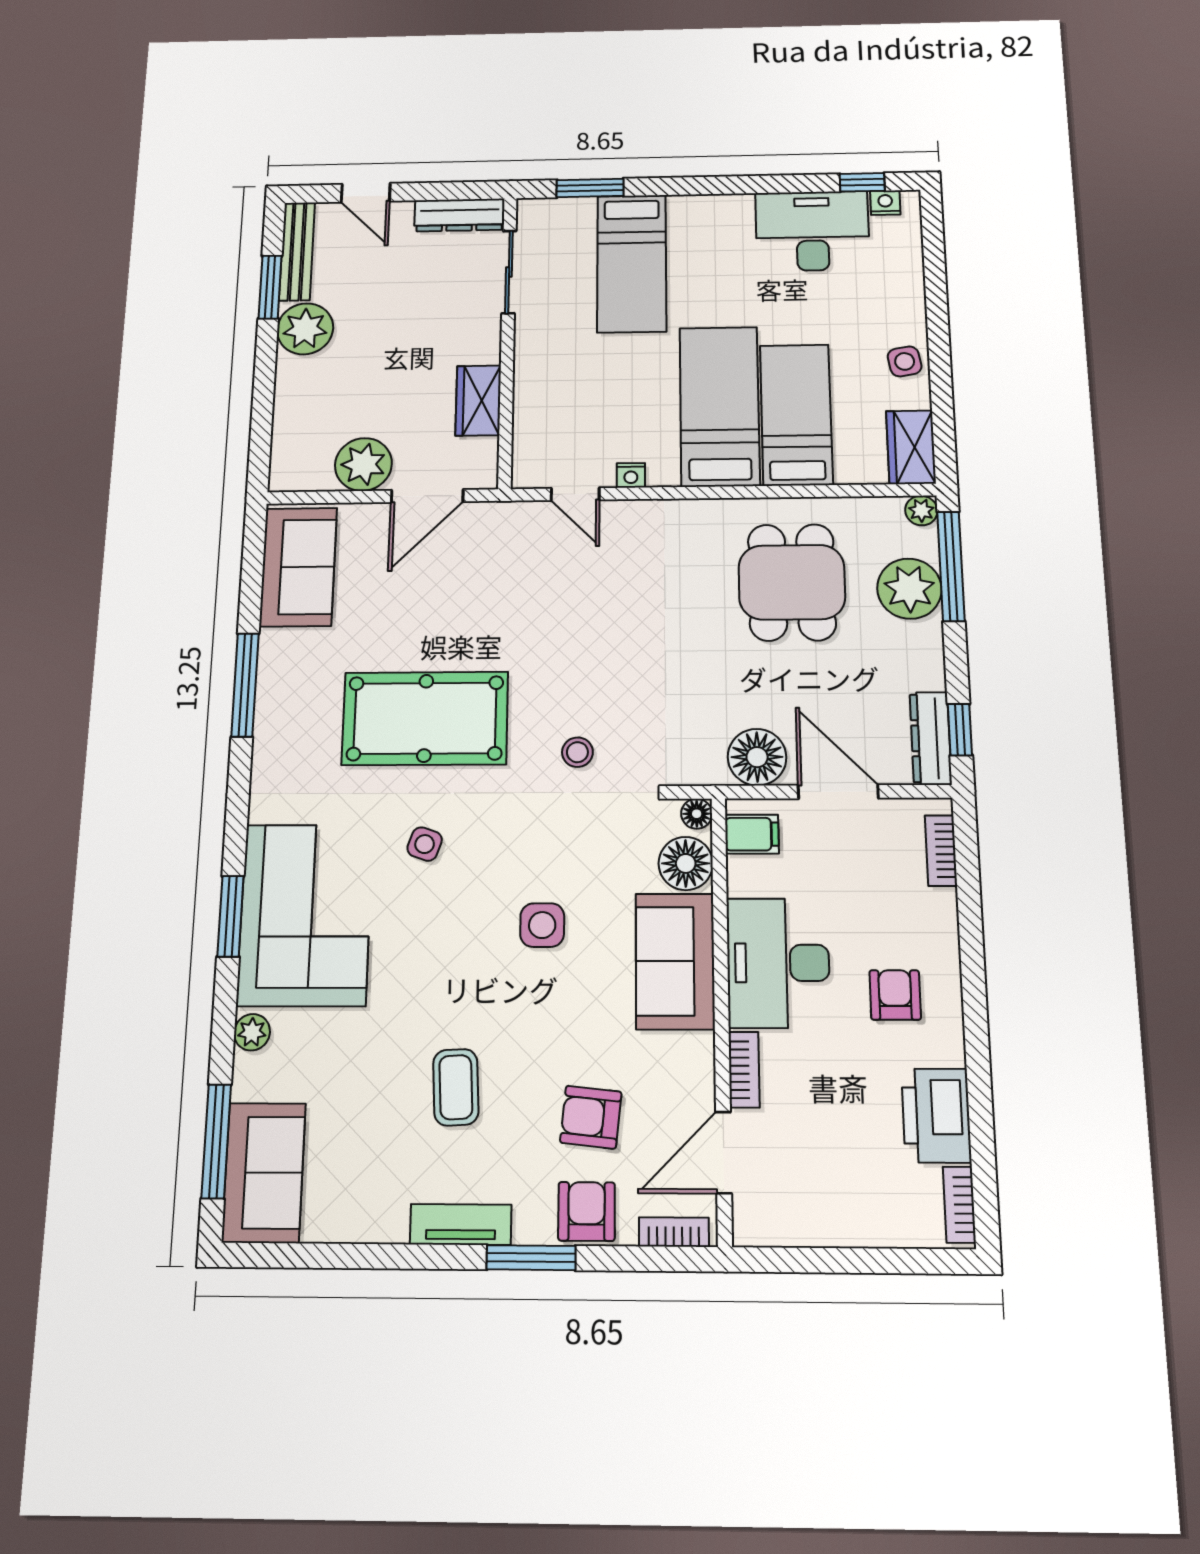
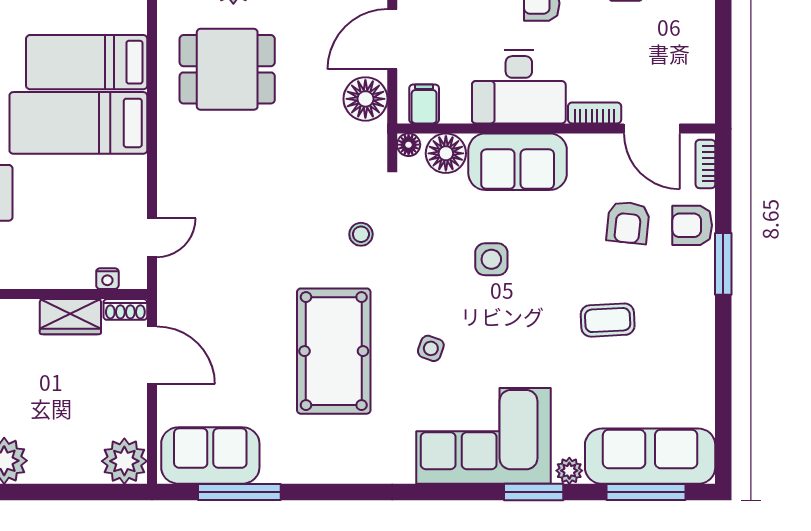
plant: (363, 464) -> (124, 461), moved
shoe rack: (486, 464) -> (125, 309), added
nightstand: (631, 475) -> (107, 279), moved, turned 90
window: (245, 685) -> (239, 492), moved
window: (230, 916) -> (534, 492), moved
sofa: (264, 1172) -> (650, 456), width x1.36
tv unit: (461, 1224) -> (702, 314), removed

